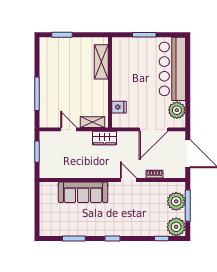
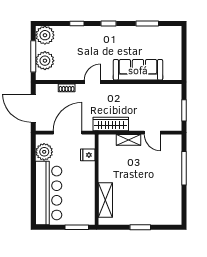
window: (62, 35) -> (140, 227), moved
shelving: (101, 62) -> (105, 200), moved
wall: (110, 82) -> (97, 180), moved
fridge: (119, 107) -> (88, 155), moved
wardrobe: (104, 138) -> (111, 124), width x1.50
door: (128, 180) -> (93, 82), swing flipped
window: (162, 238) -> (77, 24), moved

